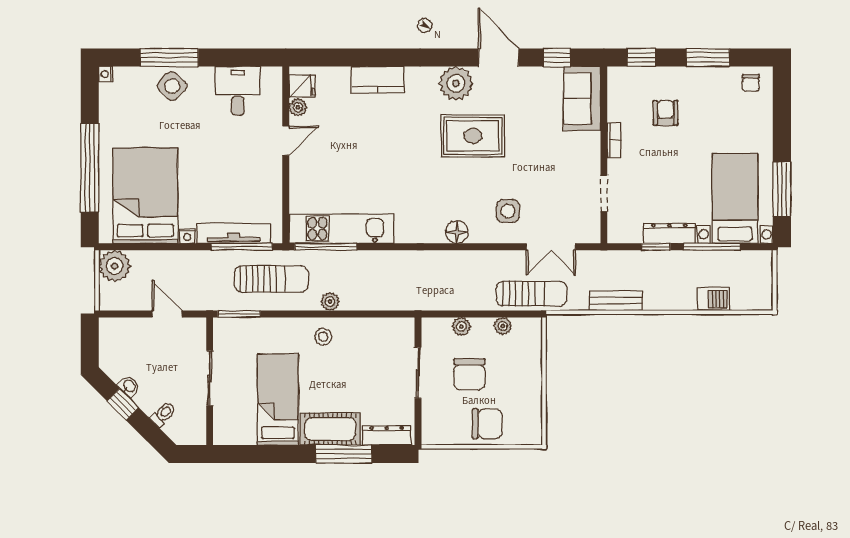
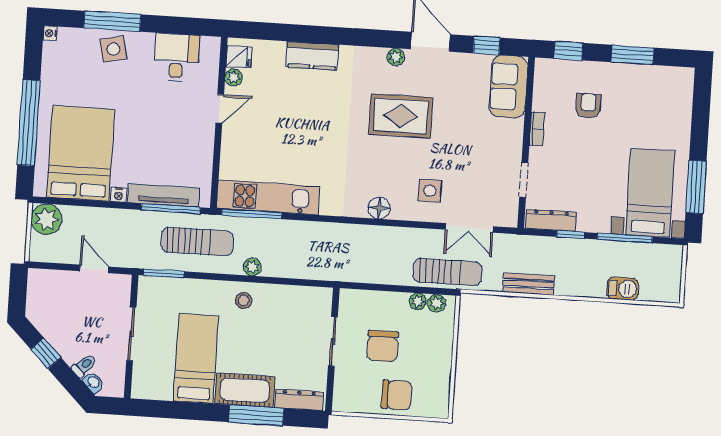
plant: (456, 83) -> (396, 57), width x0.53, depth x0.53
chair: (751, 83) -> (672, 82), removed
side table: (172, 86) -> (113, 49), turned 34
dresser: (669, 233) -> (551, 220), moved
plant: (462, 327) -> (437, 303), moved
washbasin: (129, 386) -> (93, 382), moved

